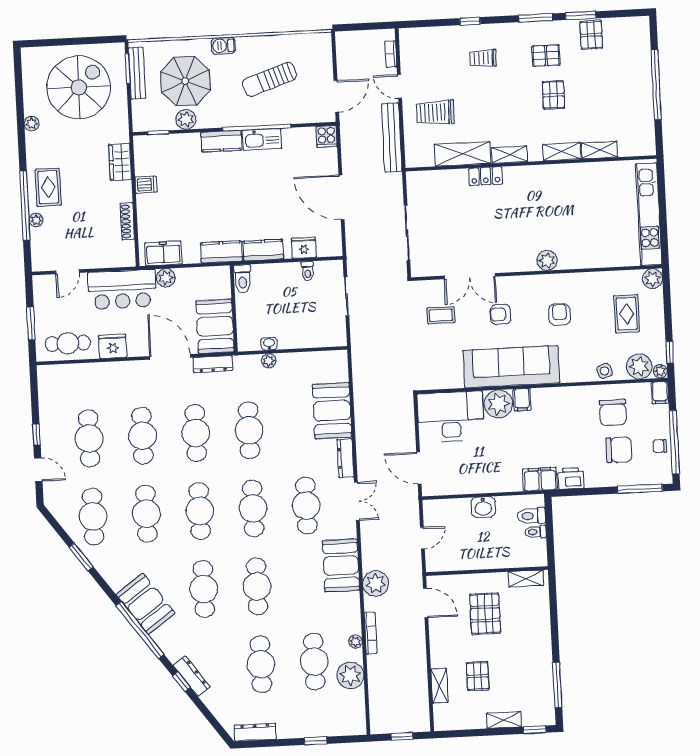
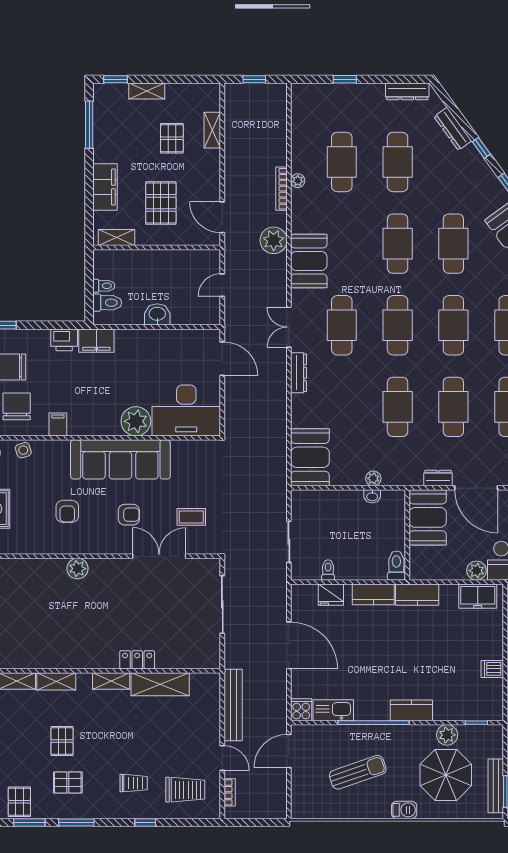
trolley: (435, 112) -> (185, 790), moved
kitchen sink: (262, 139) -> (333, 710), moved
dresser: (213, 364) -> (438, 478), width x0.70
filing cabinet: (522, 400) -> (58, 424), moved
booth: (332, 411) -> (310, 457), moved
filing cabinet: (539, 626) -> (105, 187), added
plant: (350, 675) -> (305, 146), removed
dresser: (192, 676) -> (453, 129), moved

